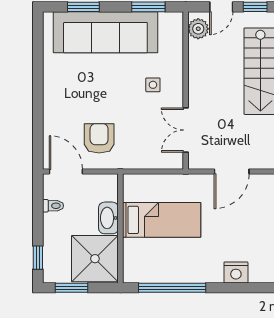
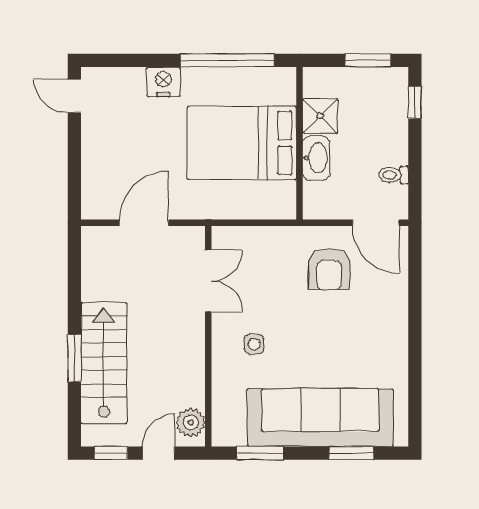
bed: (162, 220) -> (242, 143), width x1.50
shower: (95, 259) -> (320, 116), width x0.54, depth x0.54
nightstand: (236, 272) -> (163, 82), moved

